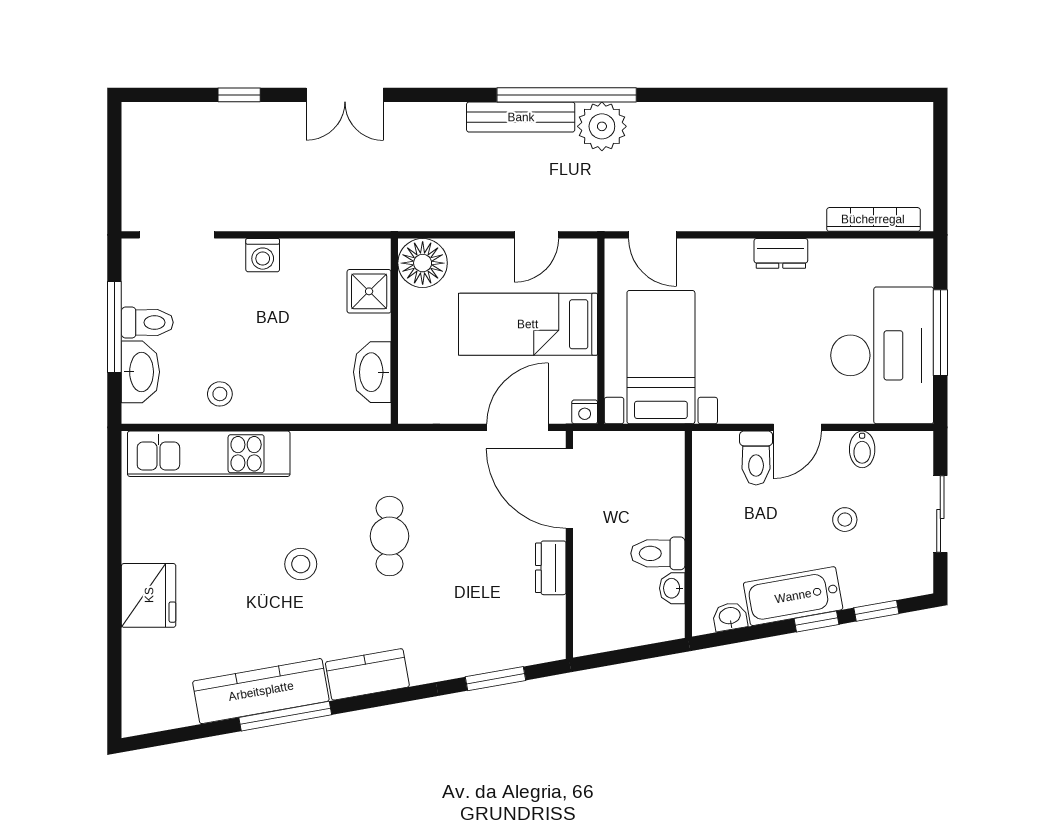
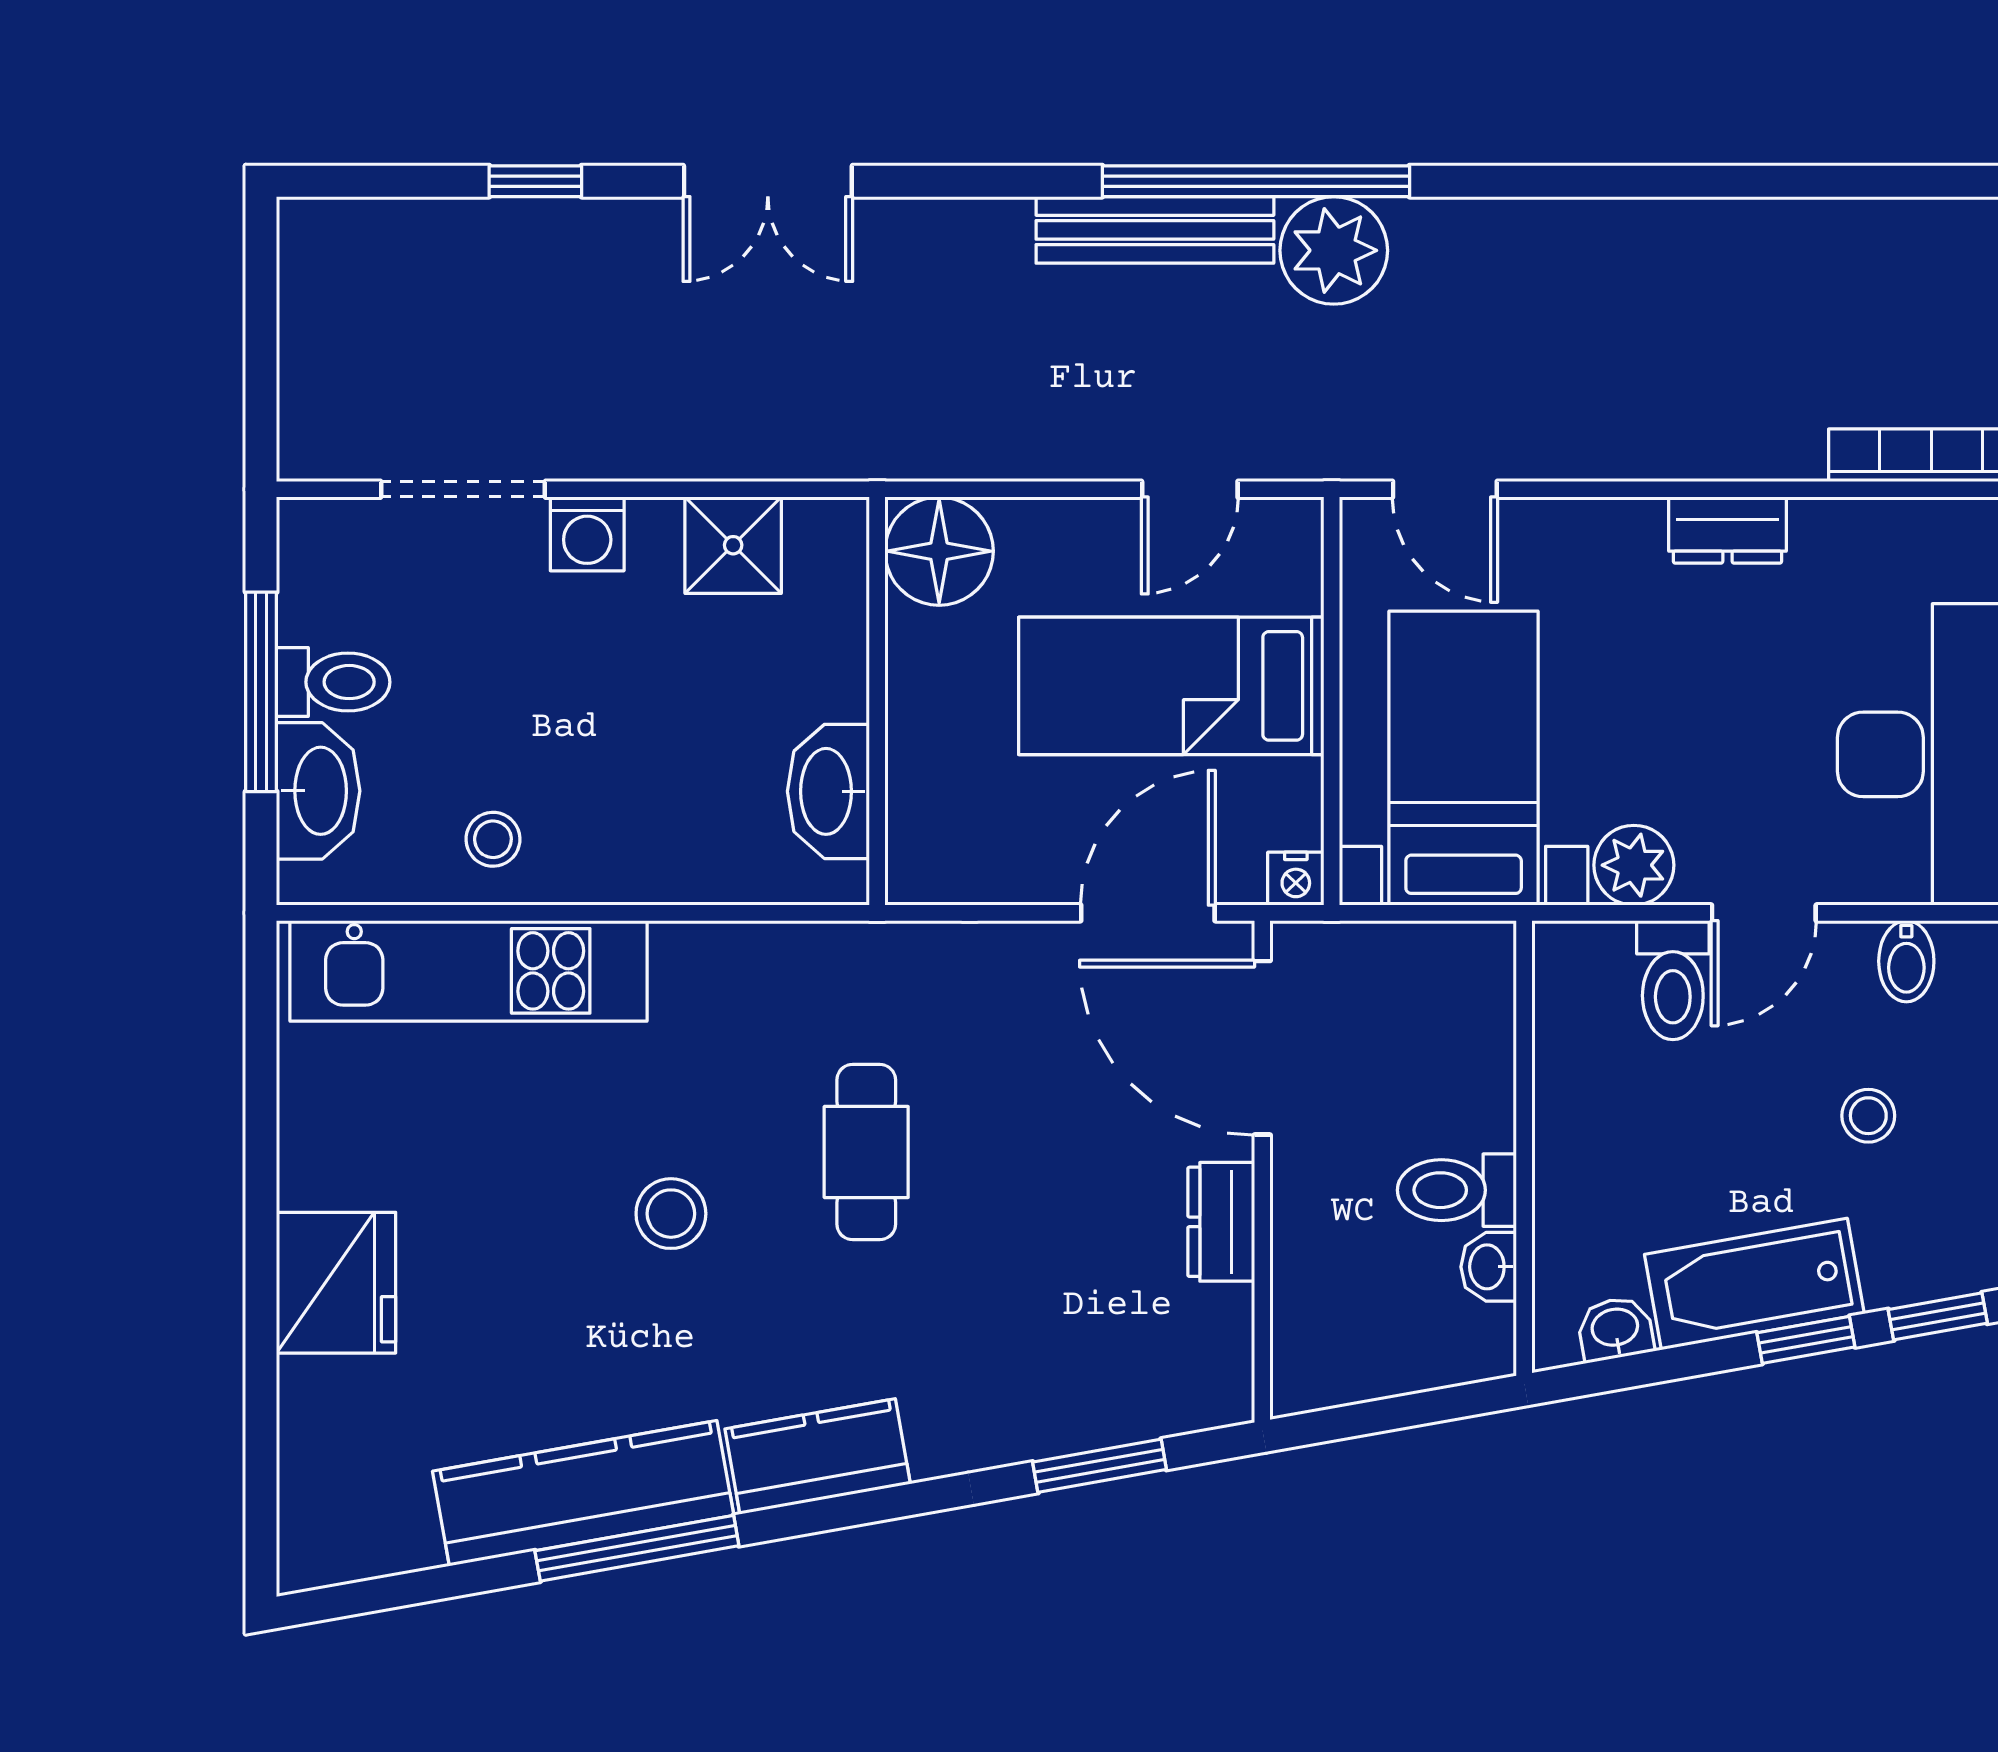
doorway: (177, 235) -> (463, 489), moved
shower: (369, 291) -> (733, 545), moved
plant: (738, 406) -> (1634, 865), added

